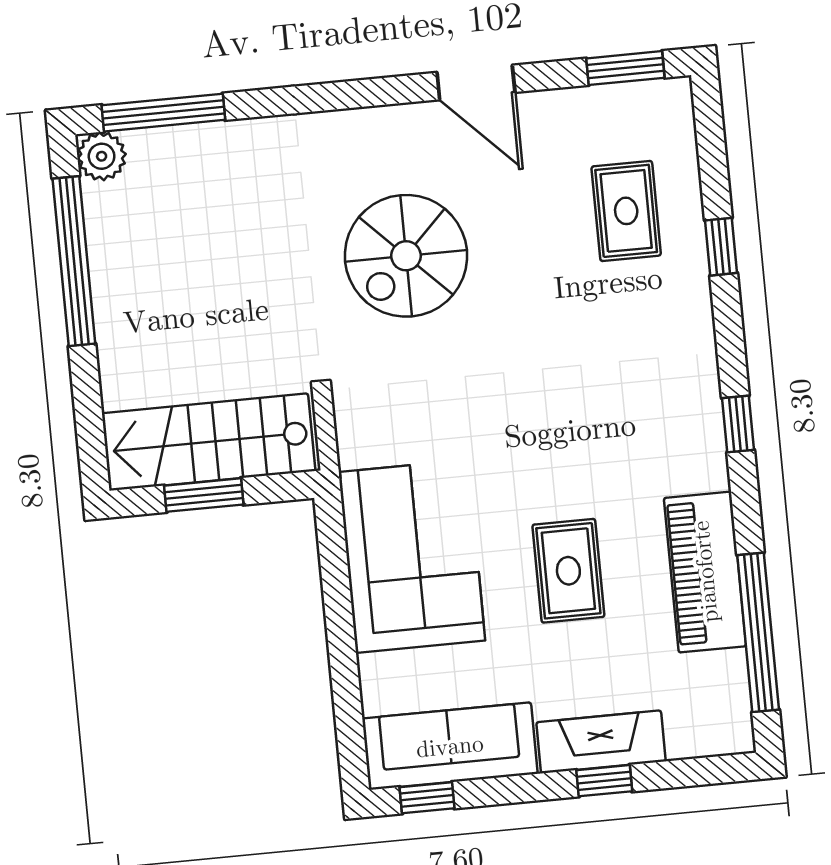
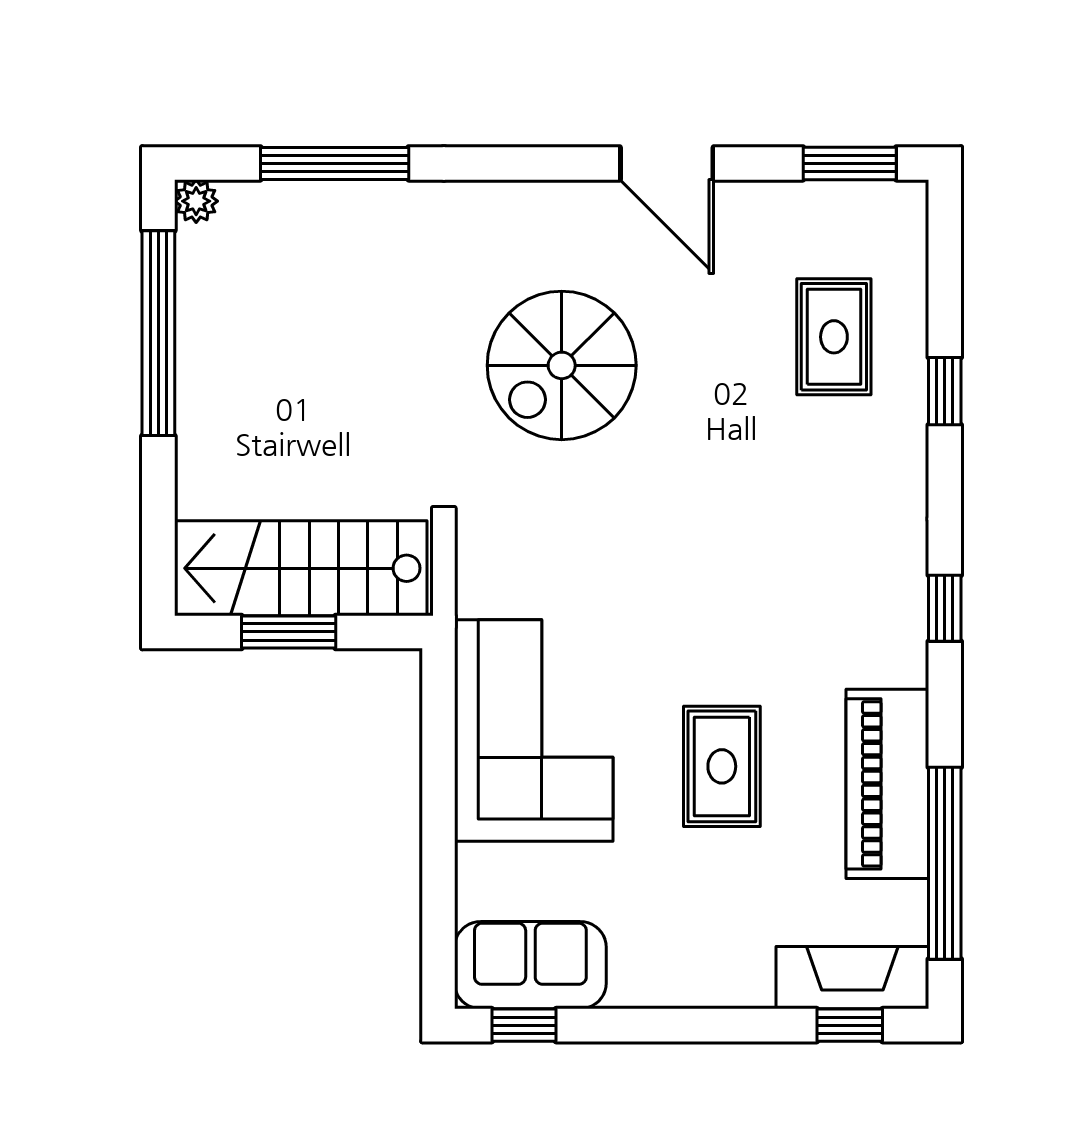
window: (163, 113) -> (335, 163), moved
plant: (102, 156) -> (196, 201), width x0.73, depth x0.73
fireplace: (601, 742) -> (852, 978), moved
sofa: (450, 746) -> (530, 965), width x0.73
window: (604, 781) -> (850, 1025), moved

